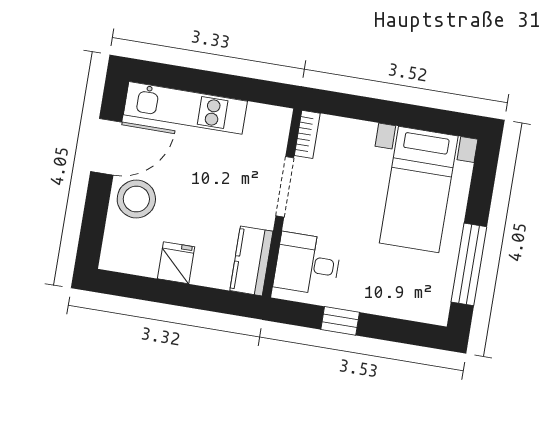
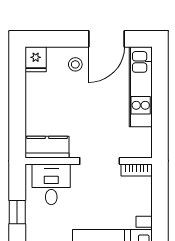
door: (106, 147) -> (106, 39), hinge flipped
stool: (136, 199) -> (75, 64), width x0.53, depth x0.53
fridge: (176, 263) -> (36, 59), moved, turned 90

